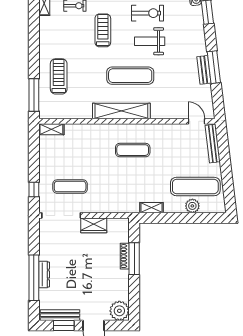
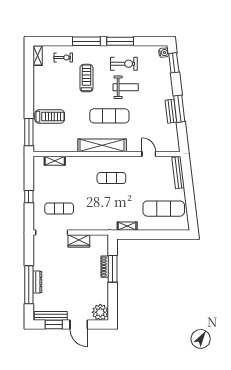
weight bench: (150, 41) -> (126, 87), turned 180
treadmill: (59, 76) -> (50, 117), turned 90
door: (196, 121) -> (149, 154), moved
shelving: (51, 129) -> (55, 161), moved
window: (34, 190) -> (29, 197), moved
plant: (192, 206) -> (161, 225), removed

